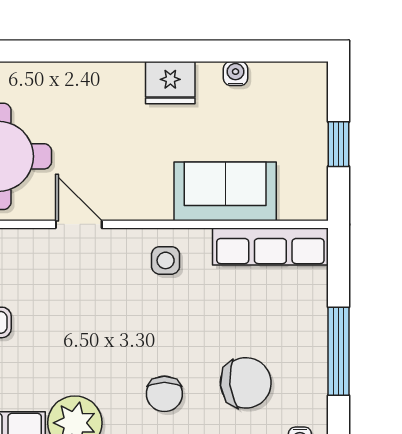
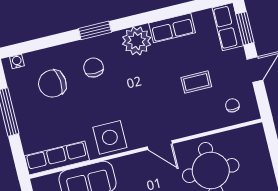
side table: (166, 260) -> (110, 137), width x1.87, depth x1.87

